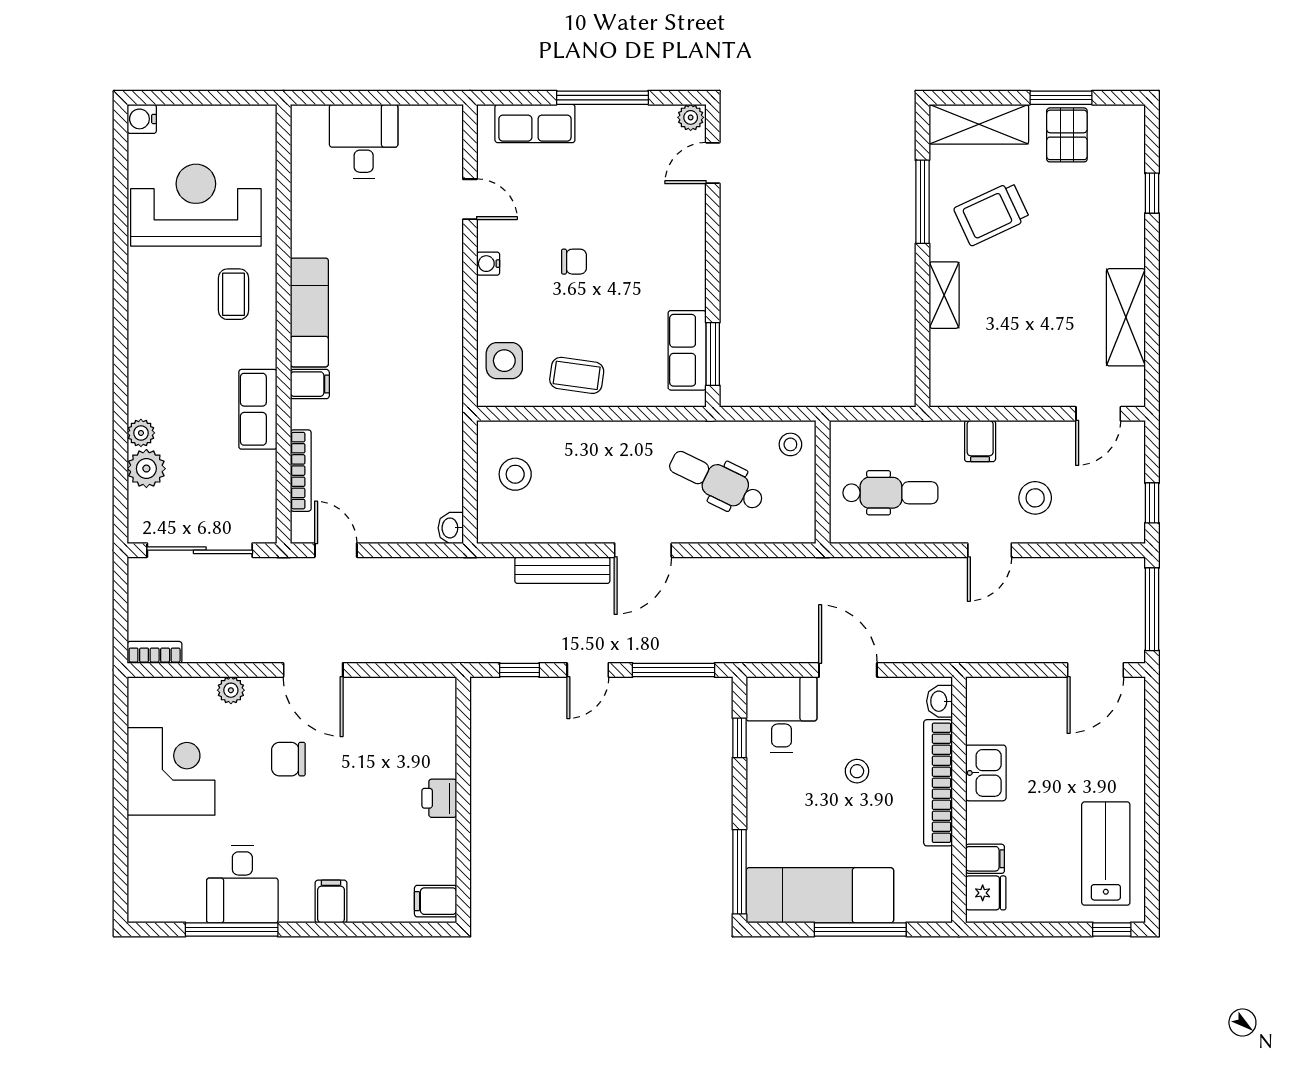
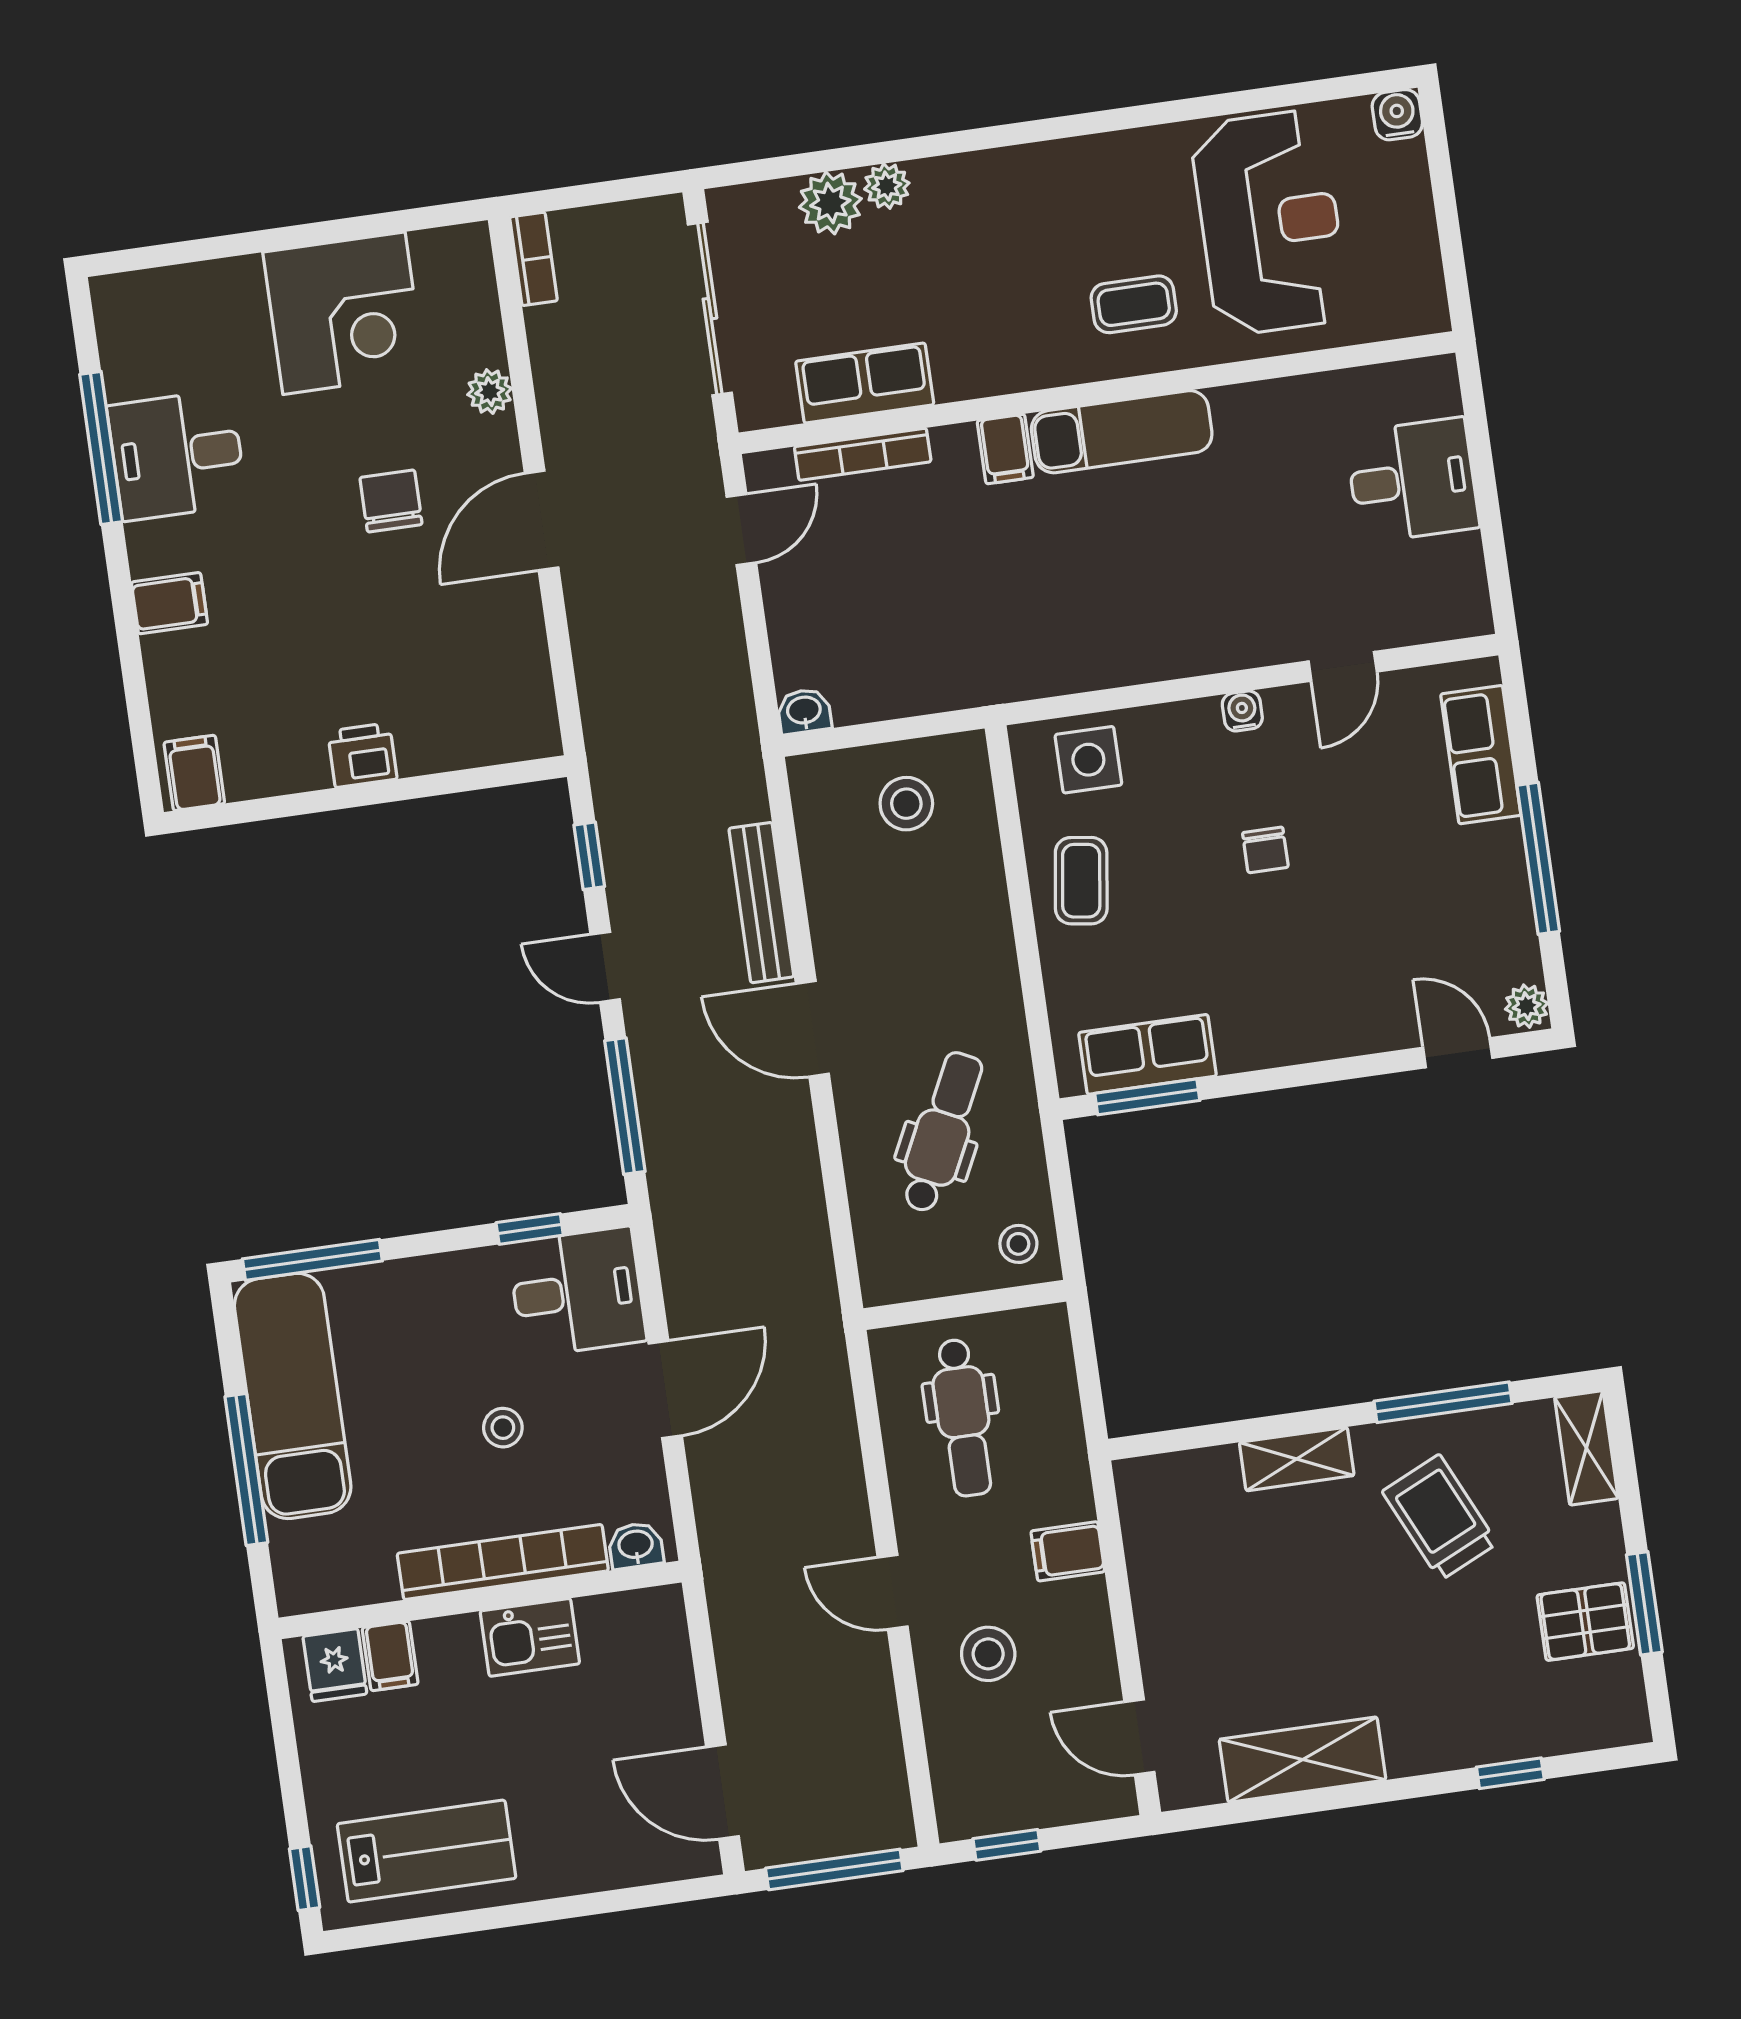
shelving: (979, 124) -> (1586, 1448), width x0.67, depth x0.75
row of seats: (258, 409) -> (865, 383), moved

